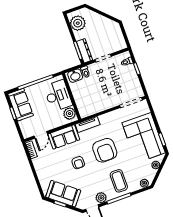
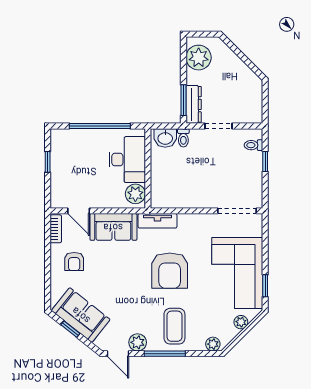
sofa: (21, 105) -> (64, 153), removed
door: (41, 135) -> (79, 211), hinge flipped
armchair: (78, 163) -> (74, 262), moved

